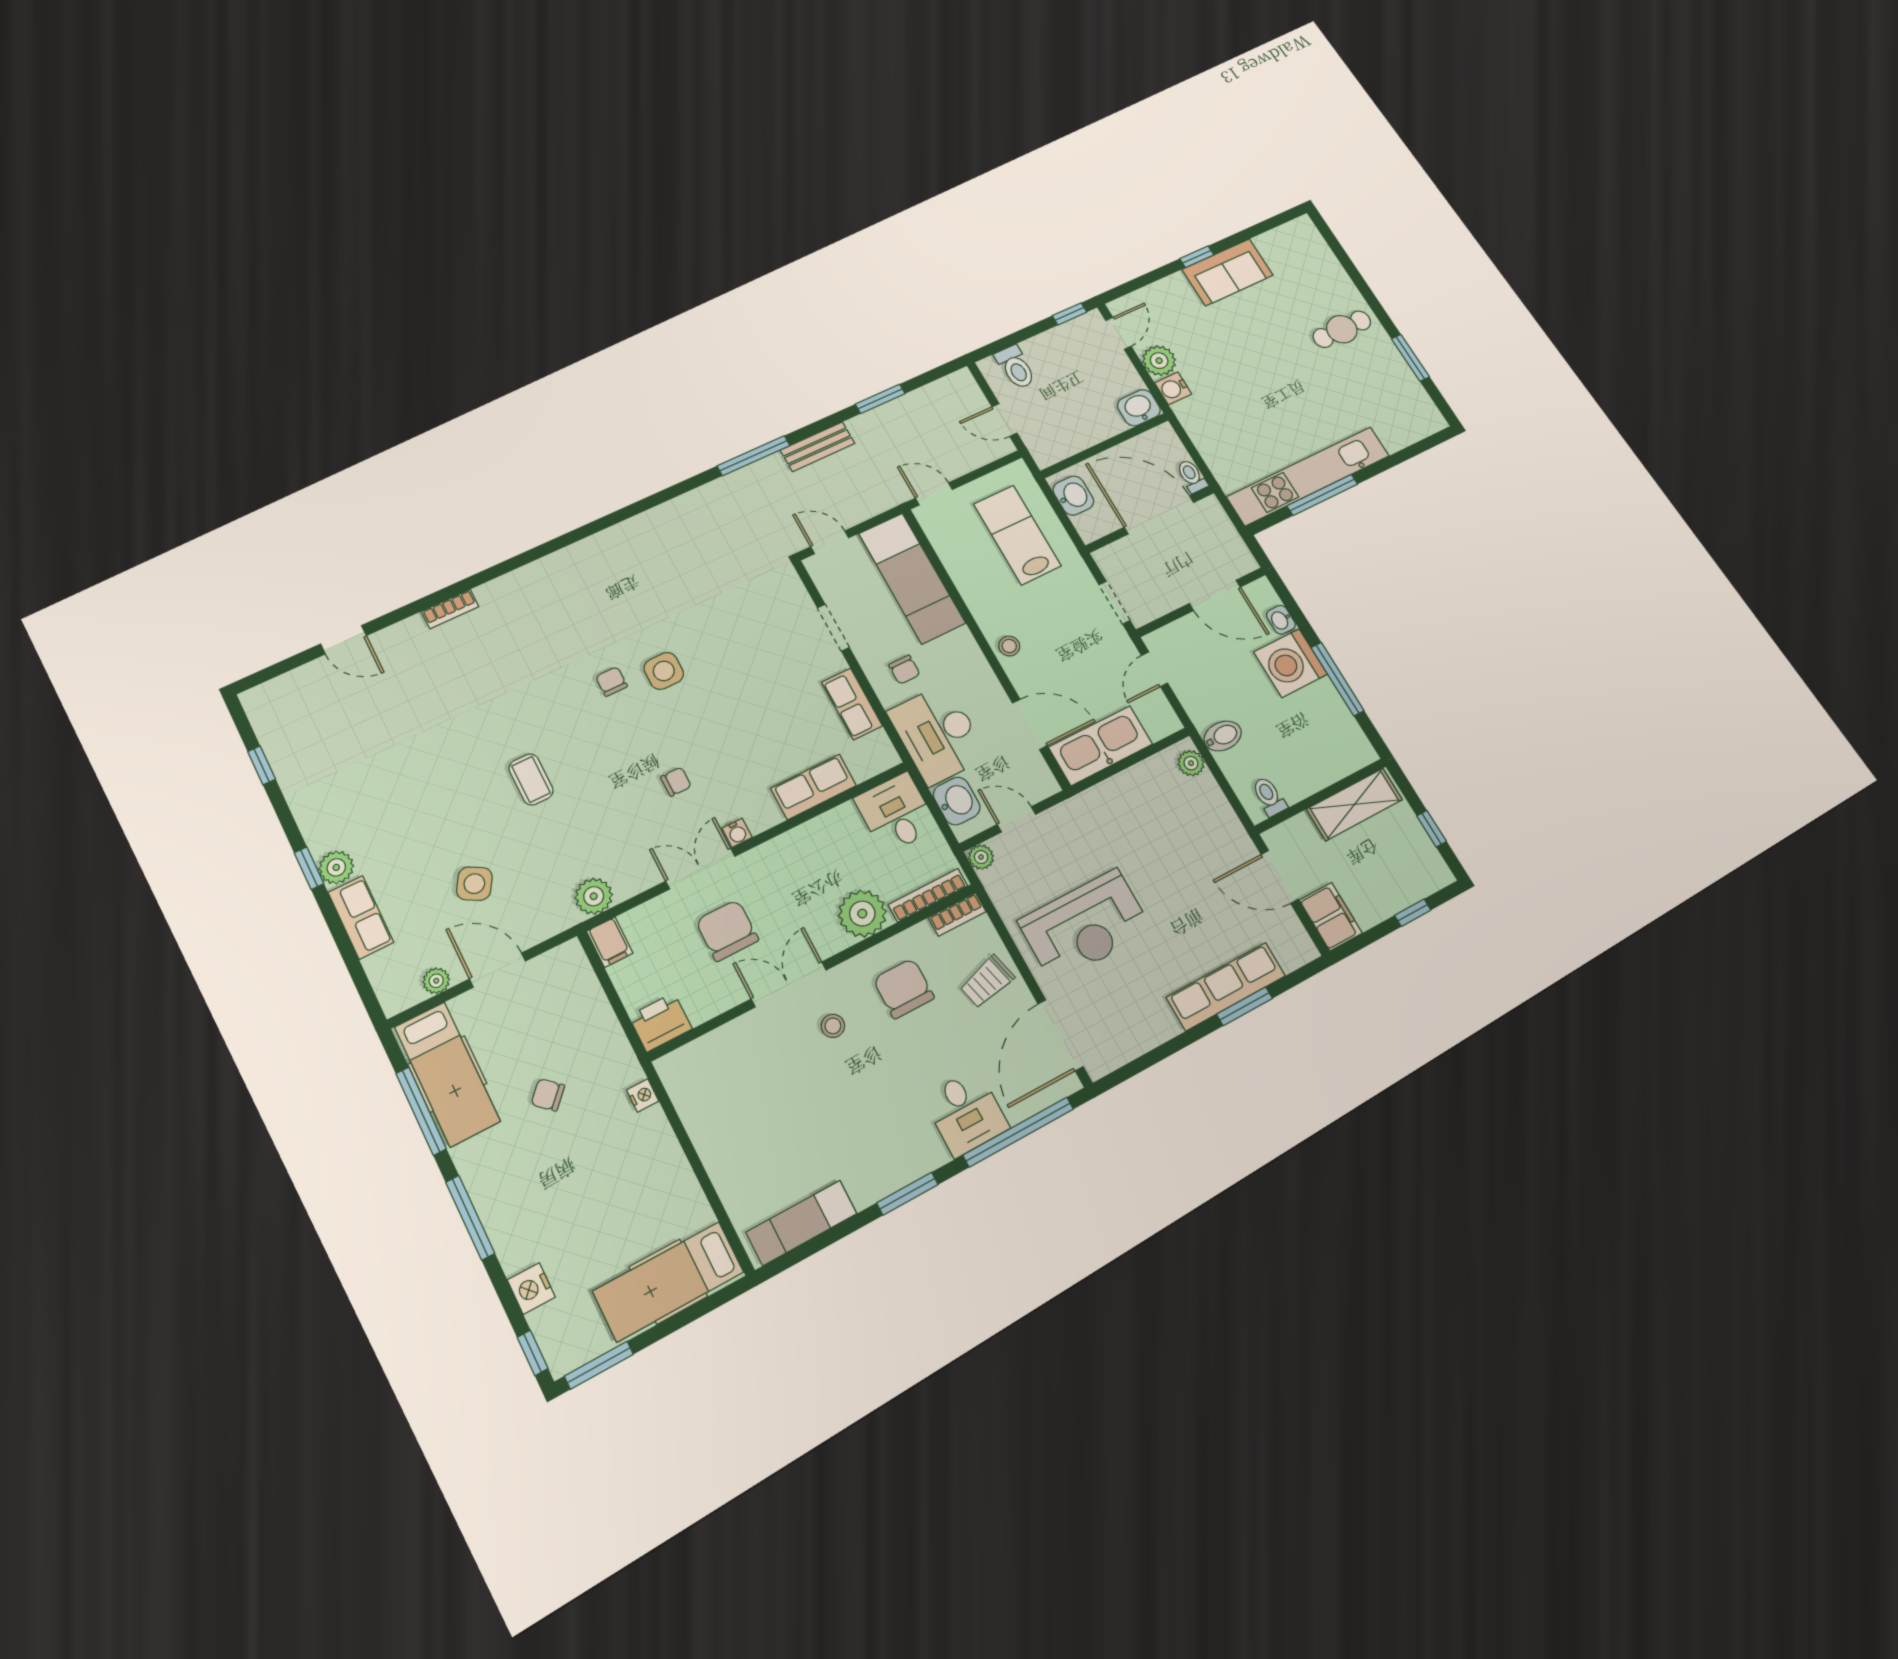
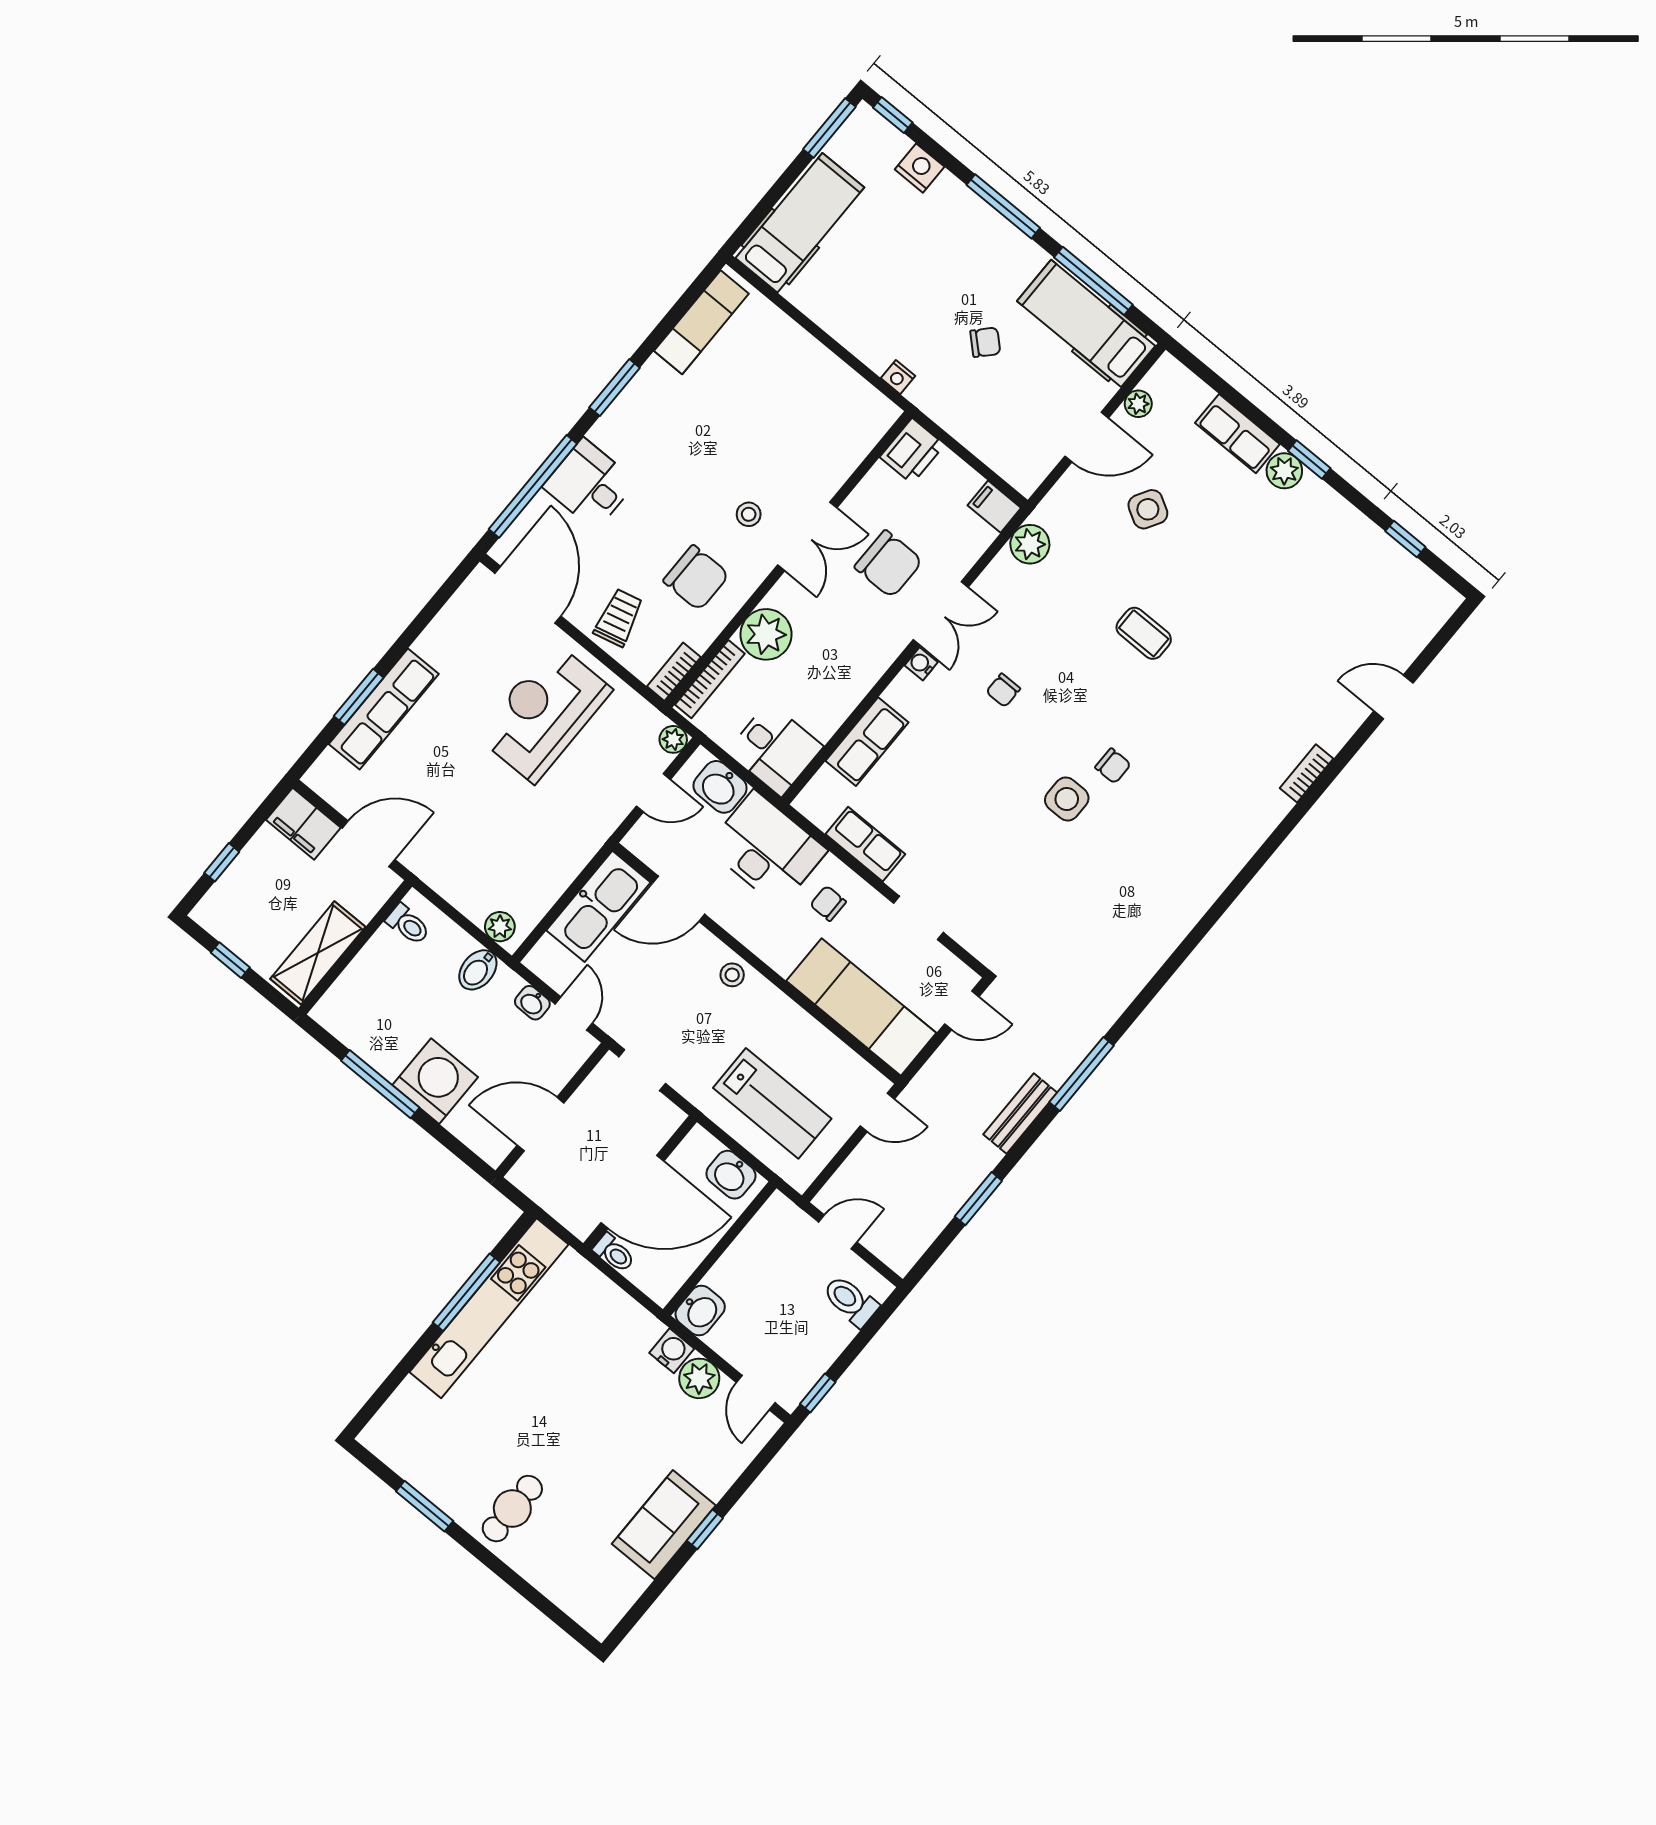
washbasin: (1281, 620) -> (532, 1003), moved, turned 180

